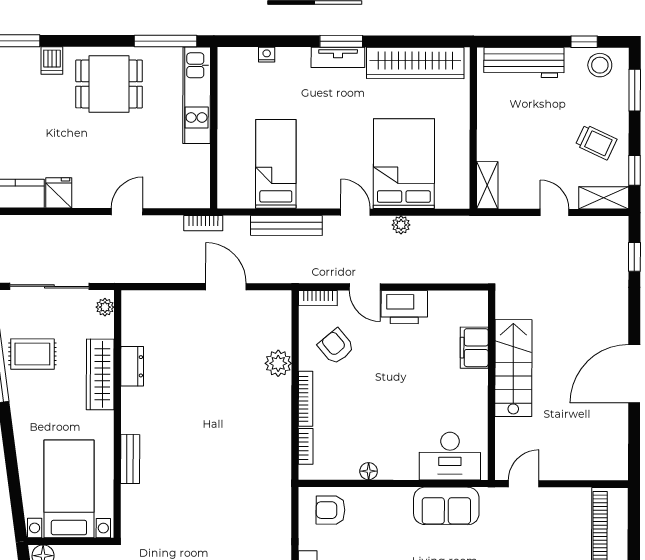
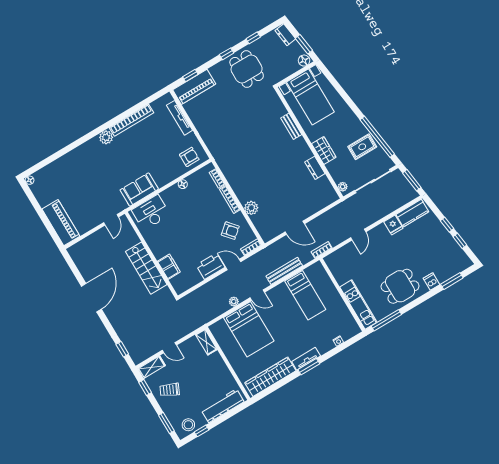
wardrobe: (100, 374) -> (324, 150), width x0.67

